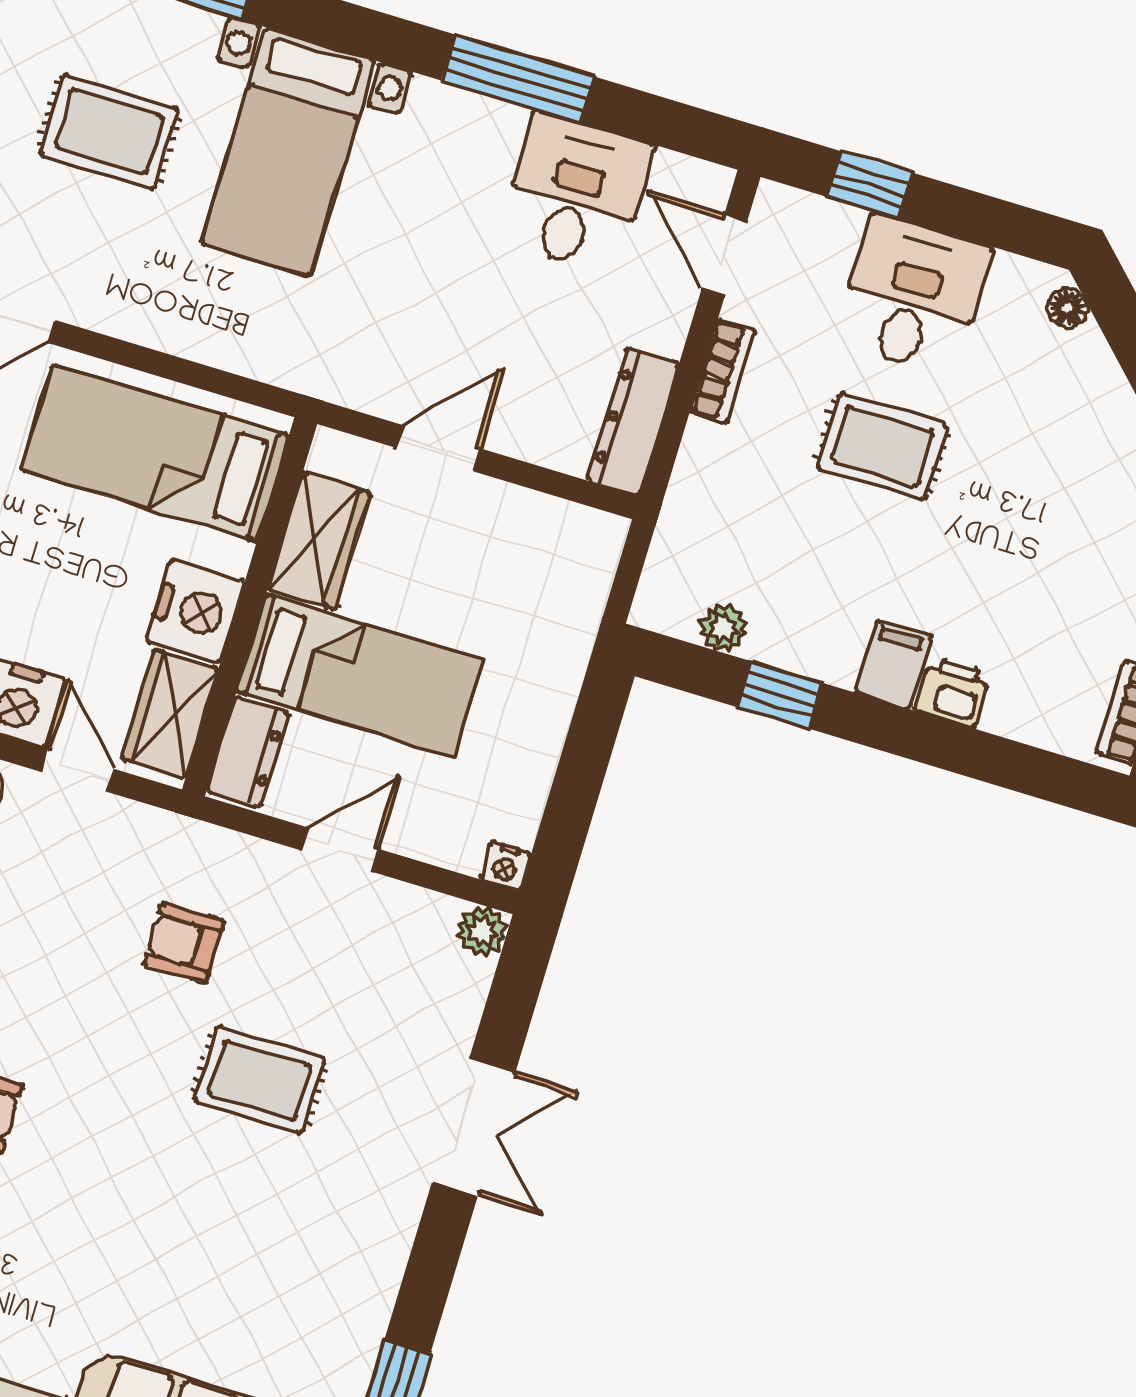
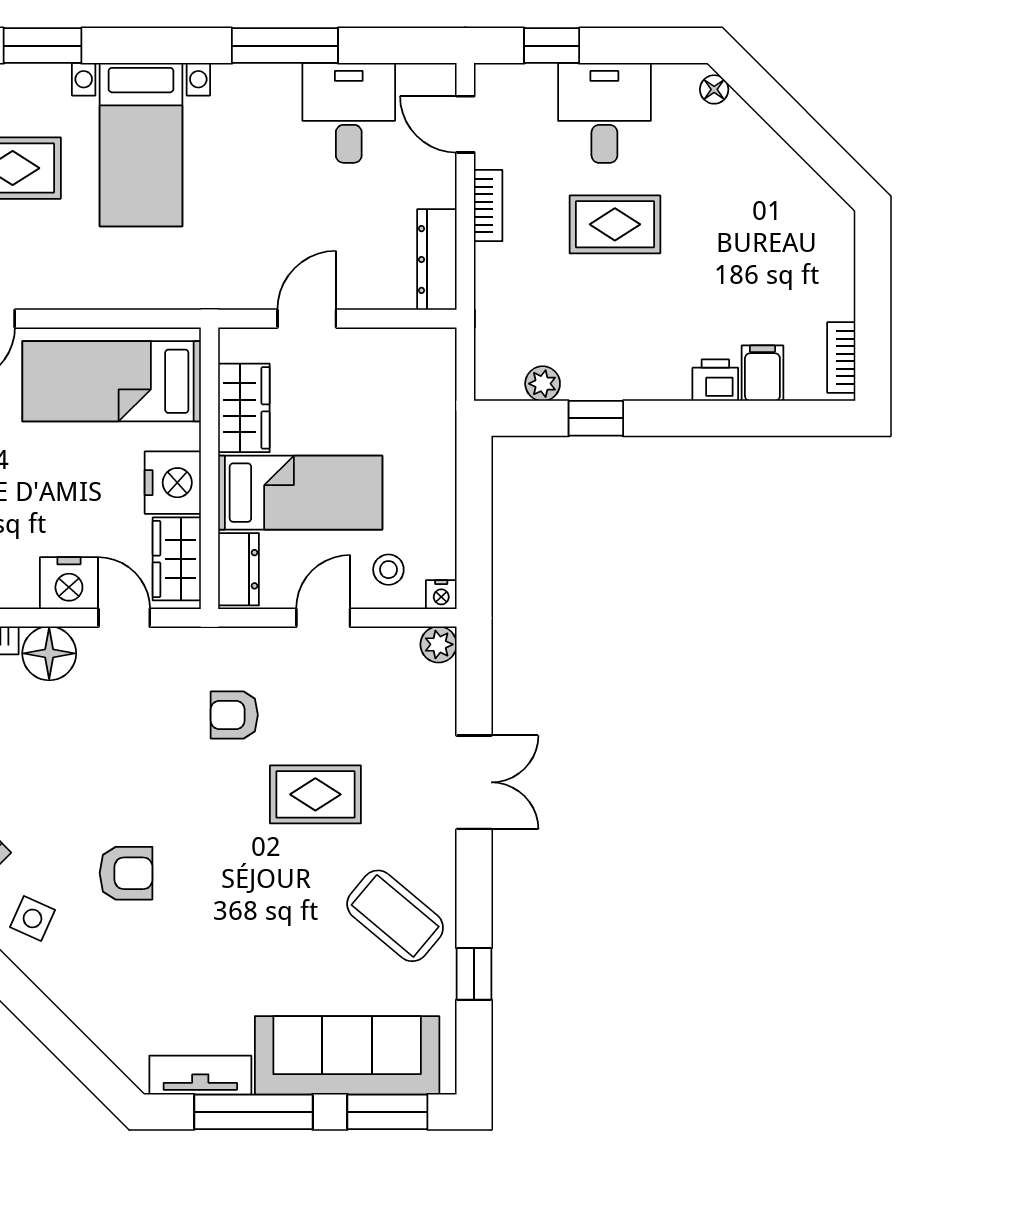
filing cabinet: (893, 664) -> (762, 373), moved
stool: (446, 812) -> (388, 570), added
coffee table: (316, 1272) -> (395, 916), added

